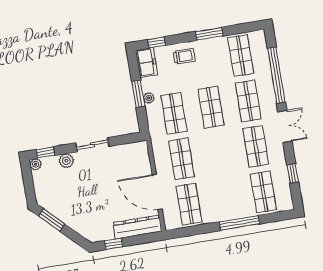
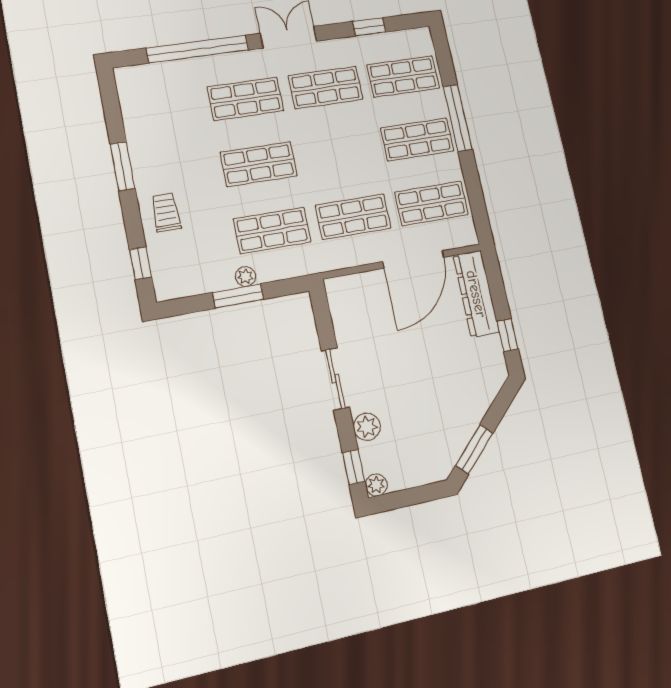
shop shelf: (241, 56) -> (417, 139), moved
freezer: (147, 63) -> (179, 281), removed

